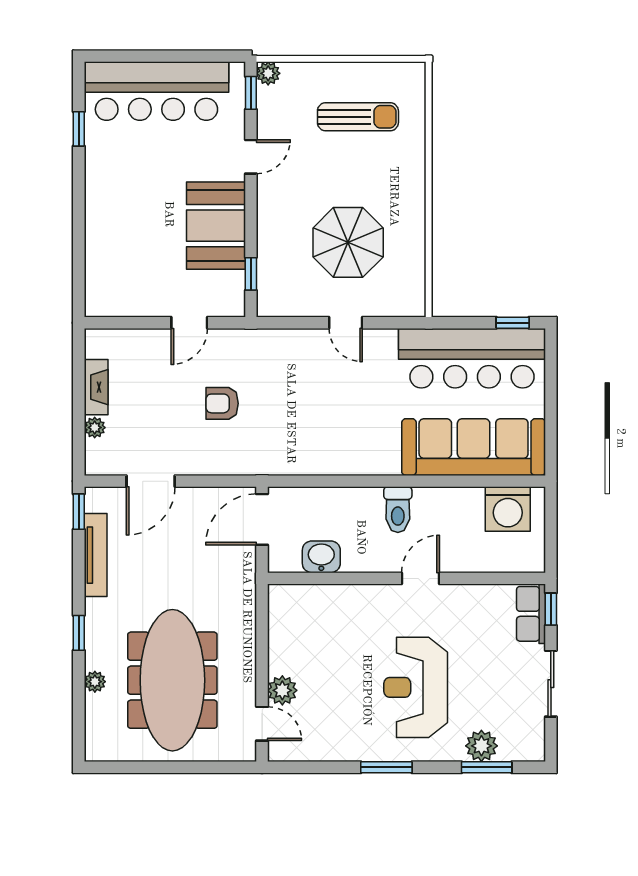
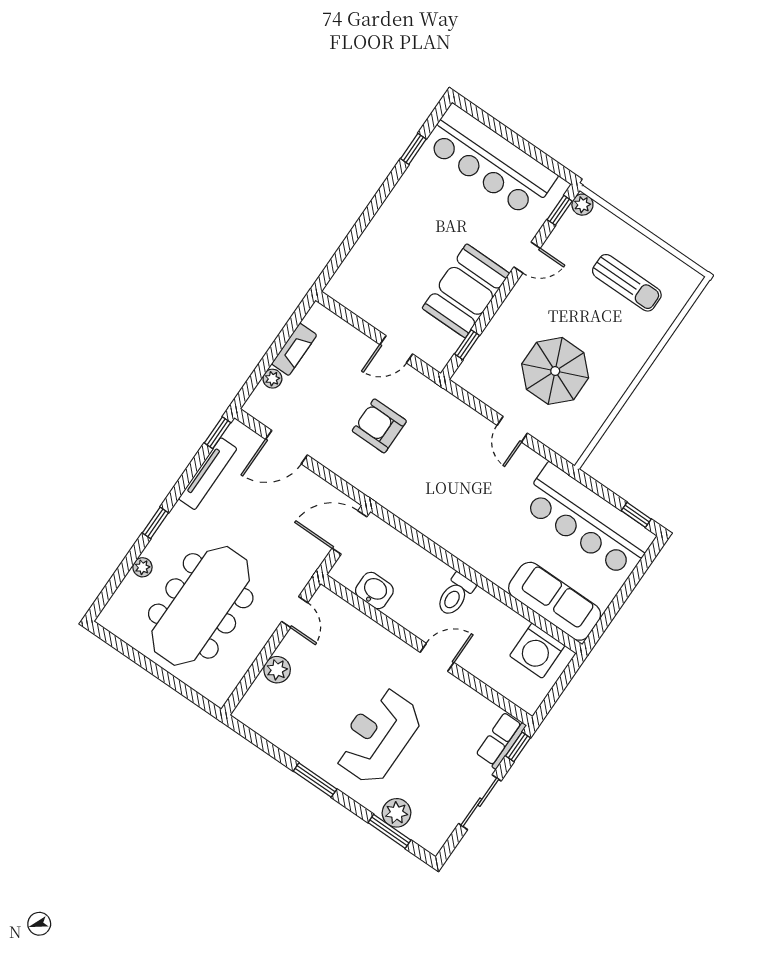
armchair: (222, 403) -> (379, 426), width x1.38, depth x1.38
sofa: (474, 447) -> (555, 601), width x0.74, depth x0.79
door: (262, 724) -> (295, 612), moved

